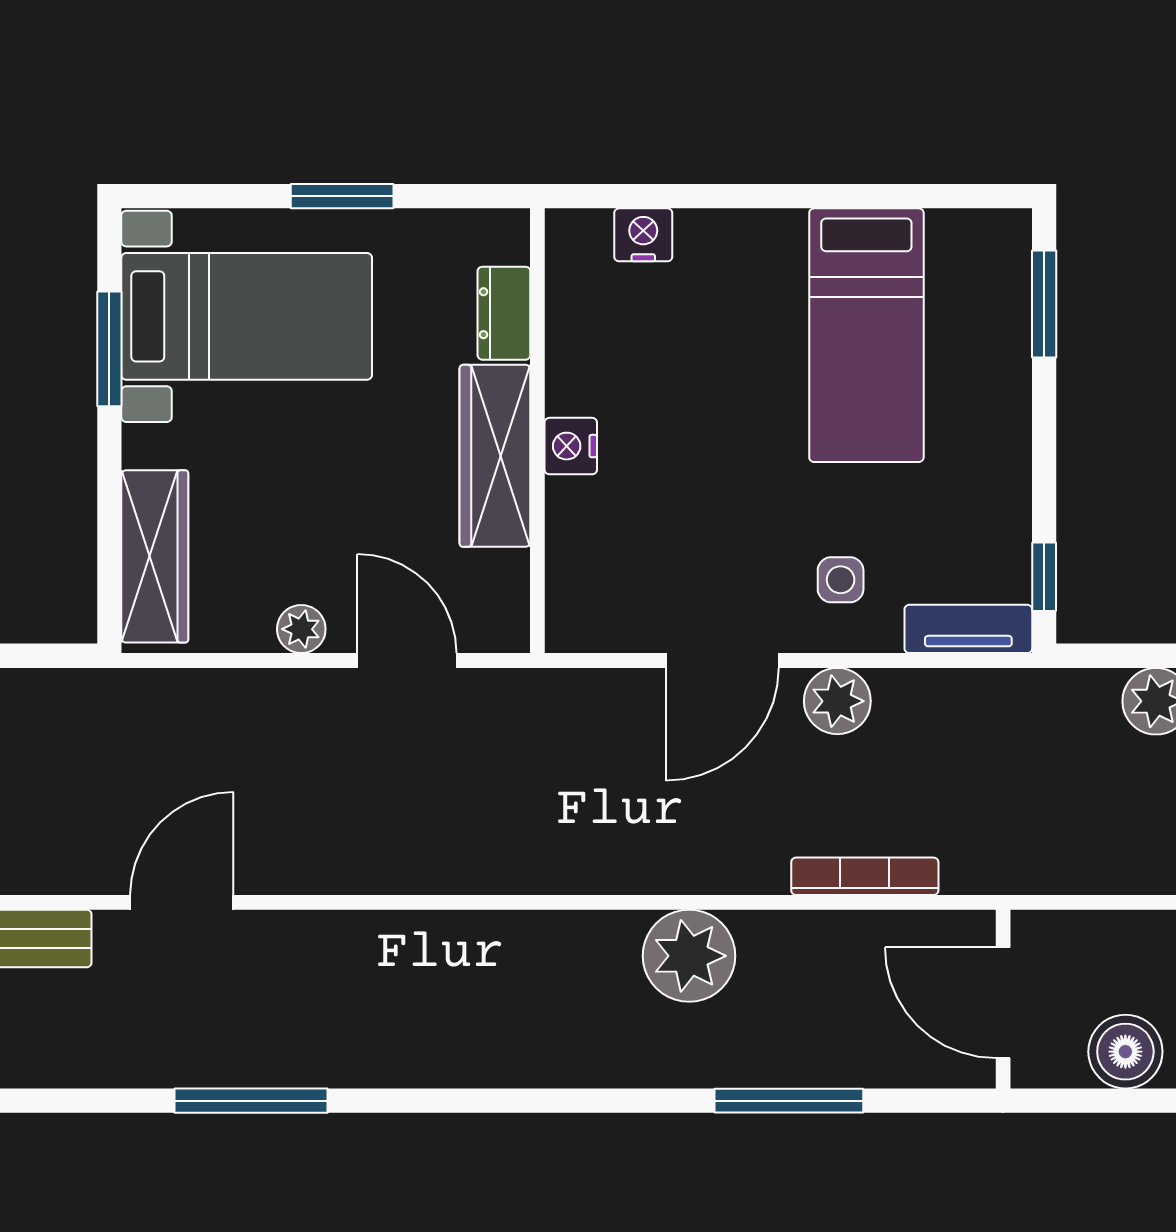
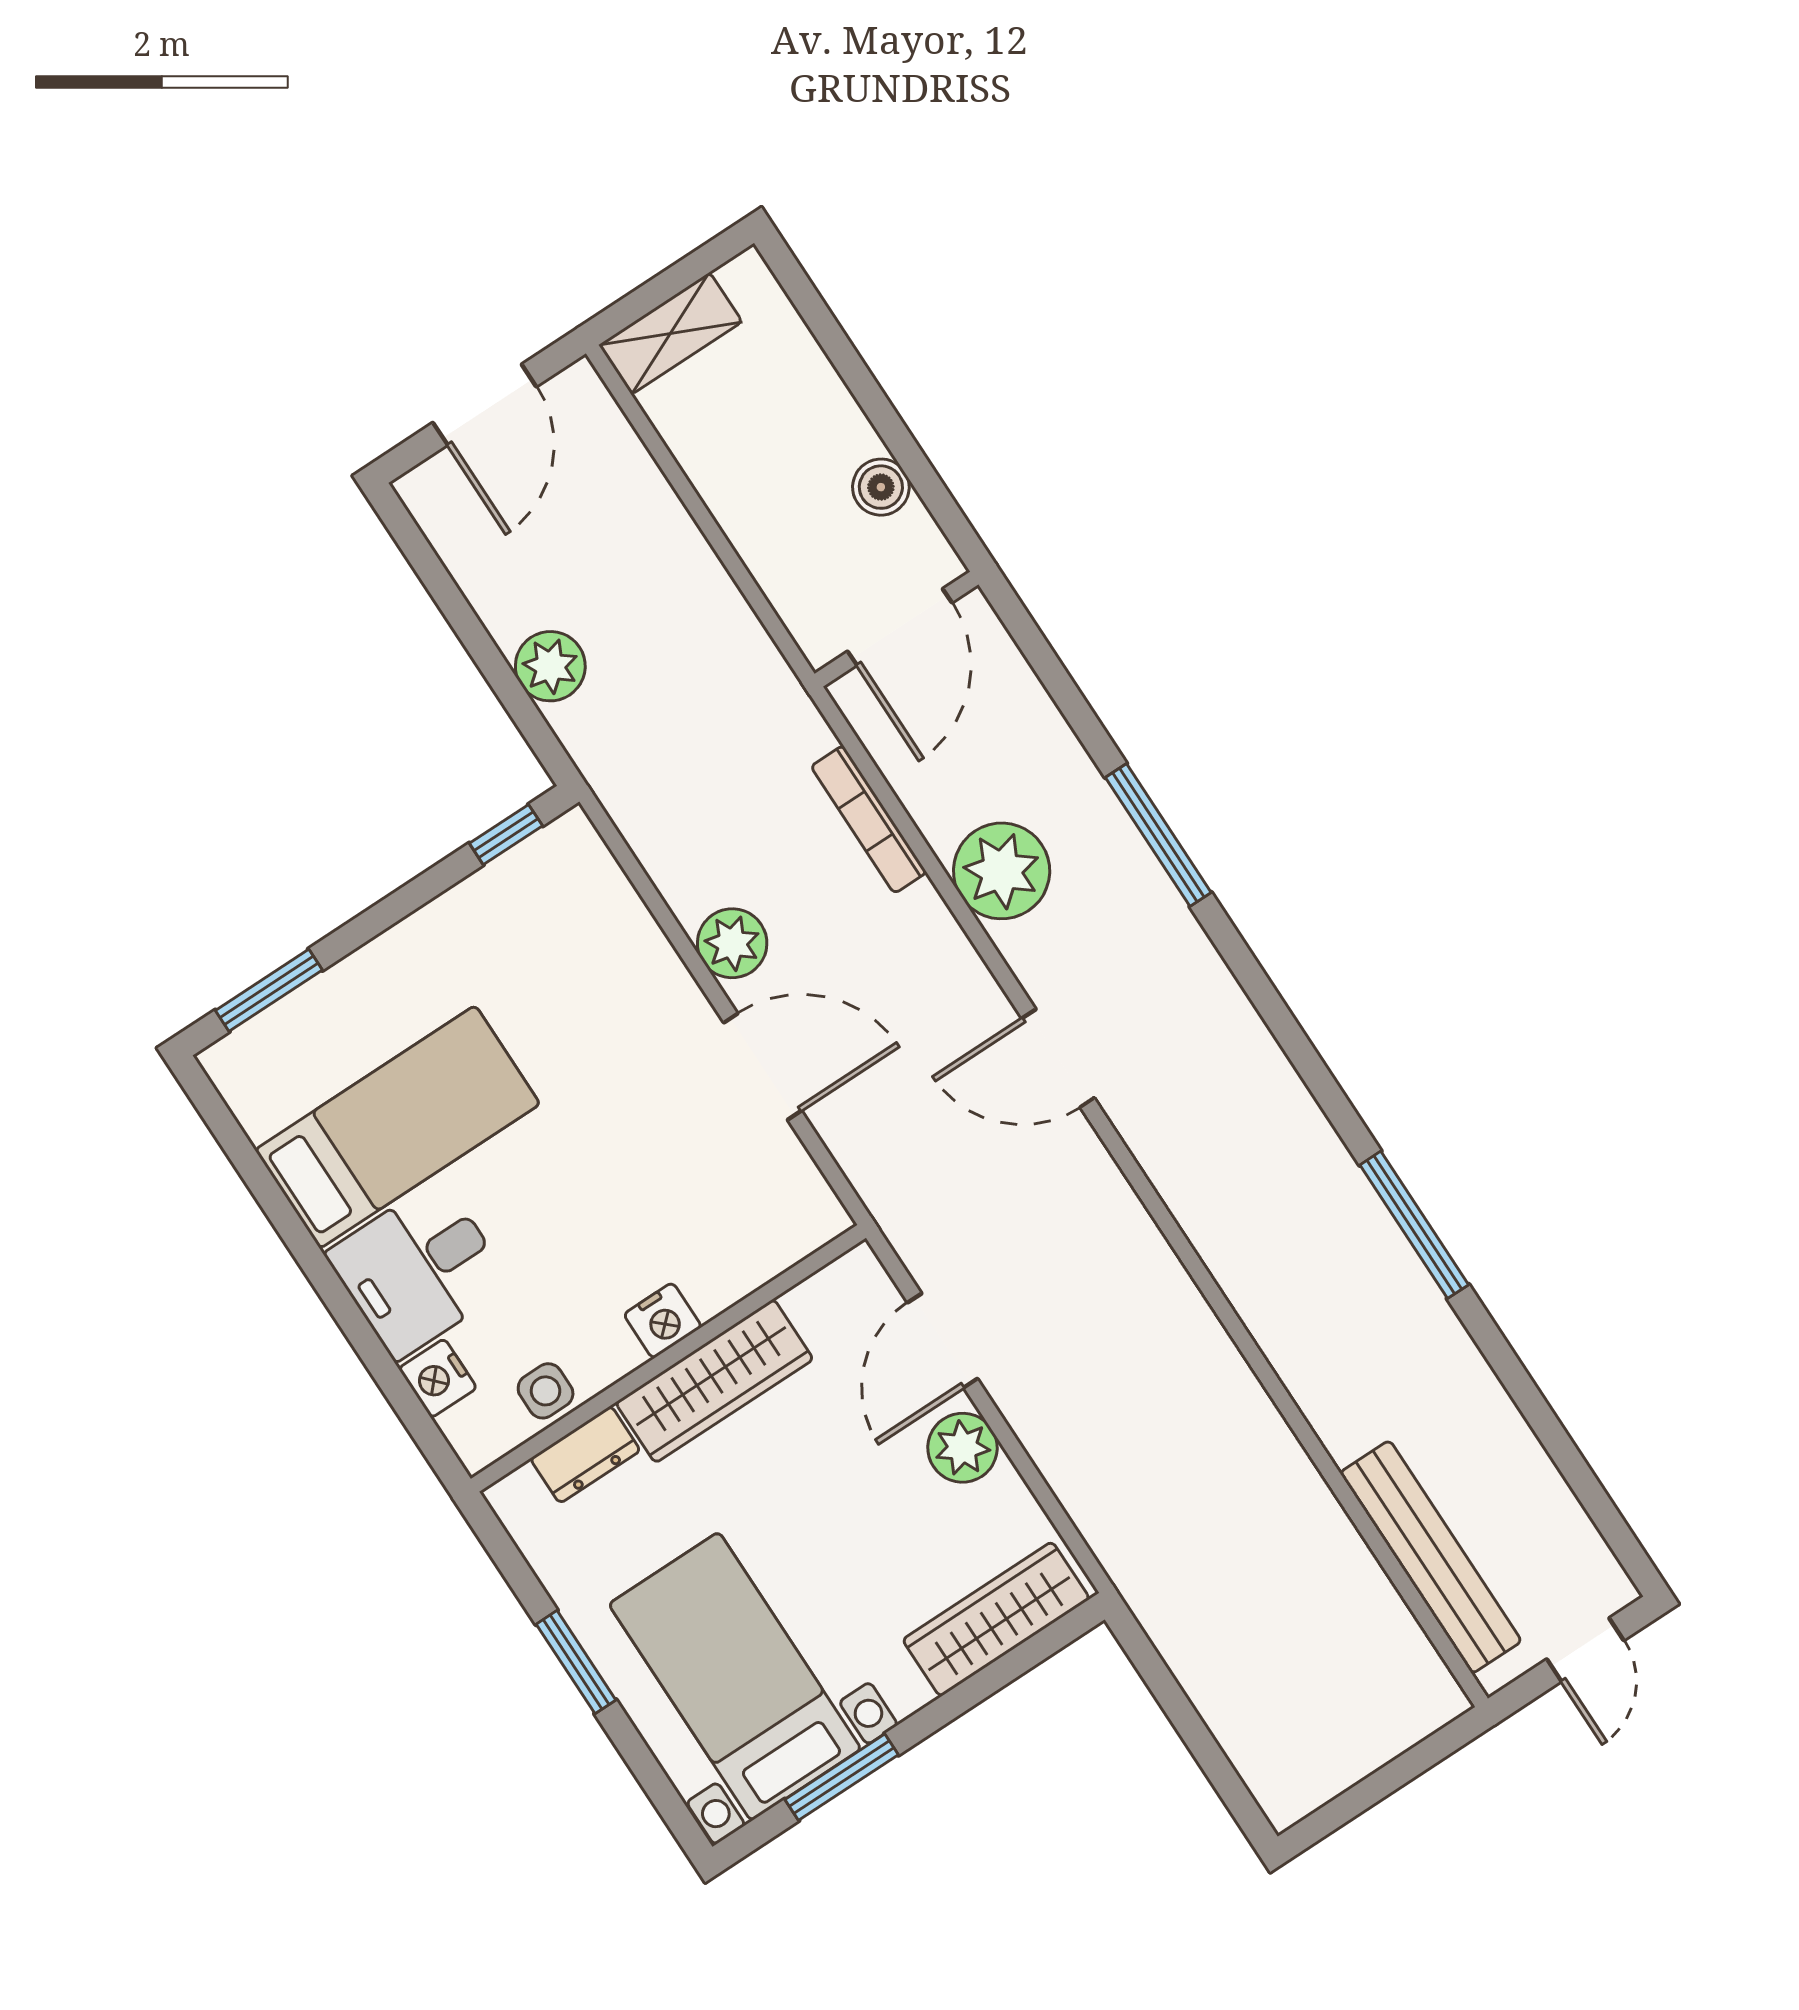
desk: (741, 277) -> (419, 1269), added
side table: (841, 580) -> (546, 1391), moved
plant: (301, 629) -> (963, 1448), width x1.38, depth x1.38
tv unit: (968, 629) -> (595, 871), removed
door: (182, 902) -> (1058, 1058), moved
plant: (689, 956) -> (1002, 871), moved
boiler: (1125, 1052) -> (881, 487), width x0.73, depth x0.73
window: (789, 1101) -> (1158, 835), moved

